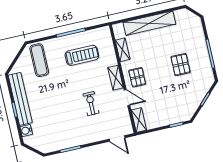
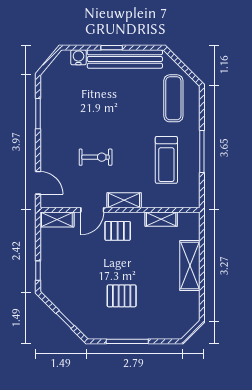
shelving: (149, 23) -> (190, 266), width x0.68
exercise mat: (39, 60) -> (173, 98), turned 90
door: (117, 138) -> (38, 183), swing flipped

